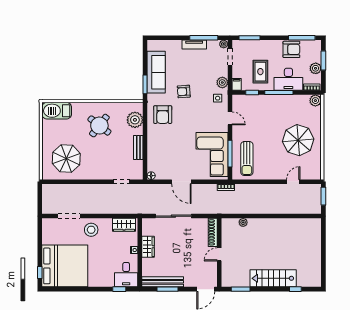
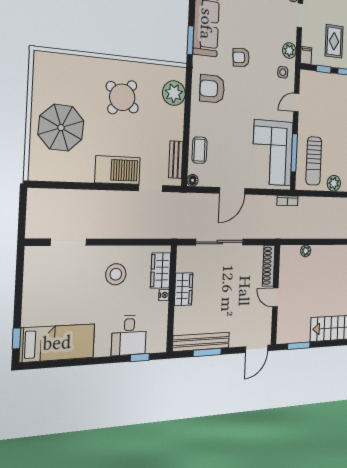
barbecue: (57, 111) -> (118, 170), moved, turned 180
armchair: (163, 115) -> (212, 89), turned 90
door: (230, 118) -> (296, 103), swing flipped
bench: (138, 147) -> (176, 160), moved
coffee table: (155, 156) -> (199, 150), added
parasol: (66, 159) -> (61, 128), moved
plant: (265, 174) -> (334, 183), added
door: (181, 182) -> (232, 191), hinge flipped
wardrobe: (124, 225) -> (161, 270), moved, turned 90
stool: (91, 230) -> (116, 274), moved
door: (219, 254) -> (275, 297), hinge flipped
bed: (65, 266) -> (57, 343), width x0.49
desk: (126, 275) -> (129, 335), moved

